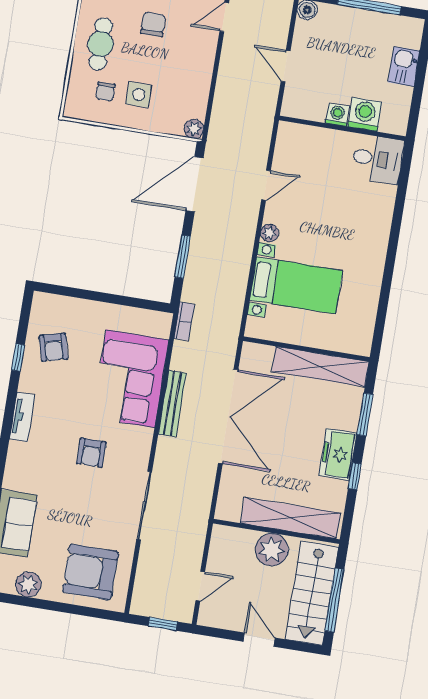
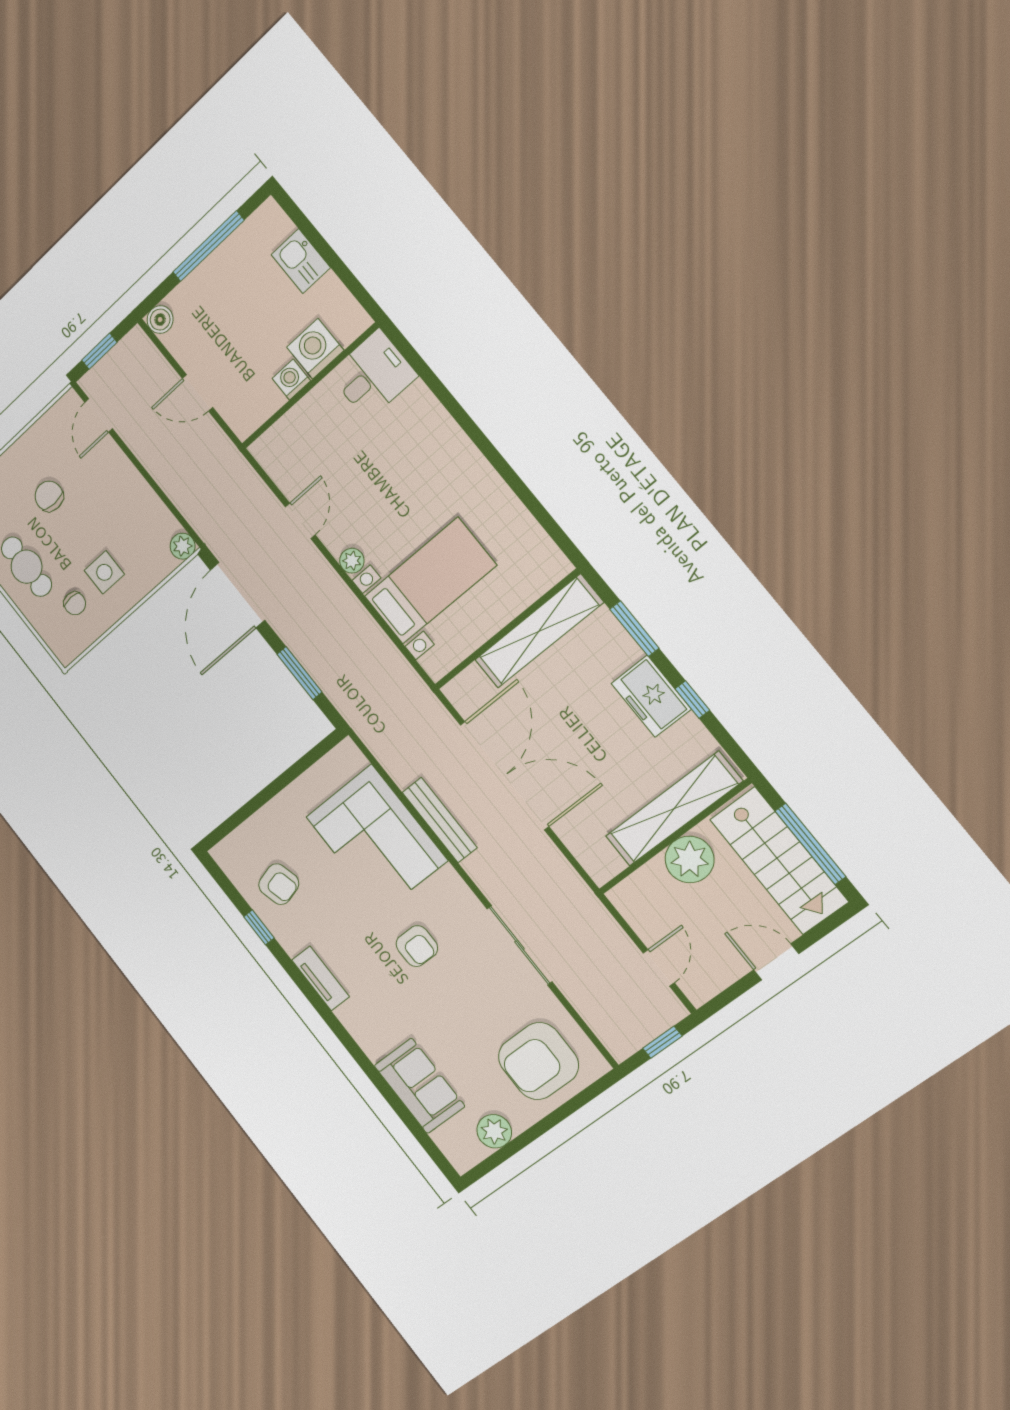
bookcase: (184, 321) -> (366, 731), removed

